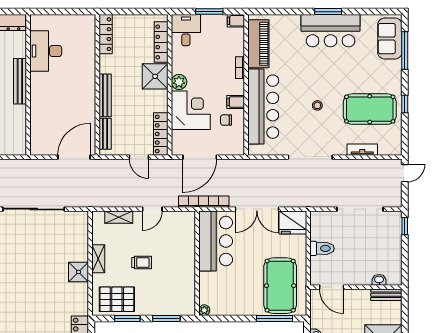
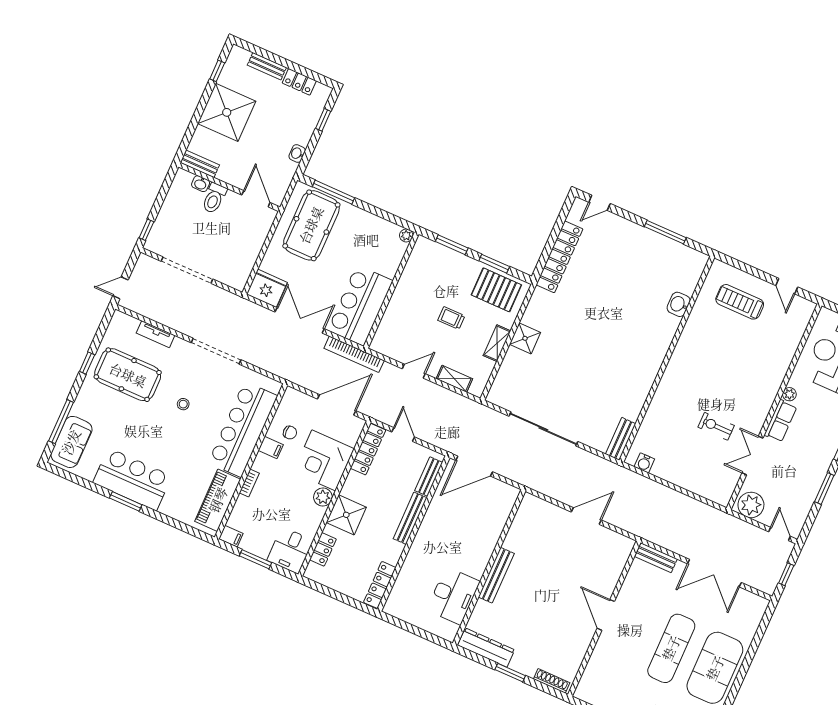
locker: (161, 42) -> (323, 549), width x0.66
toilet: (322, 248) -> (214, 198), moved, turned -90

